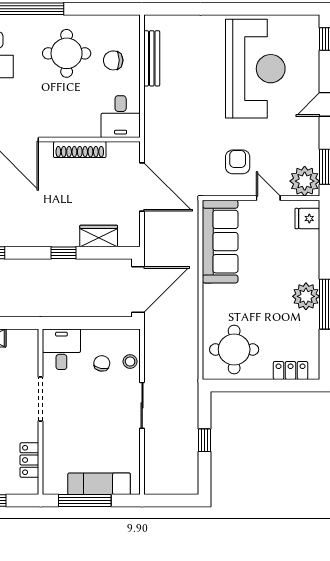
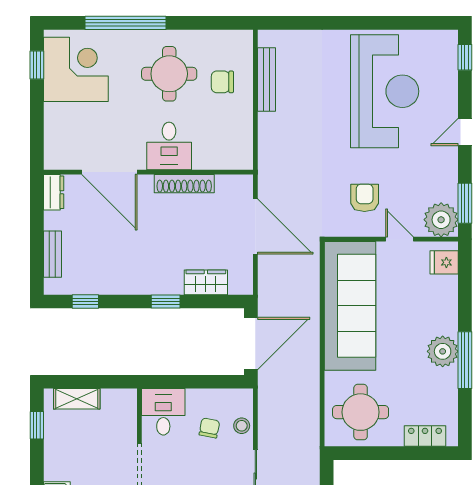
desk: (121, 117) -> (169, 146), moved
sofa: (220, 242) -> (350, 306), width x1.36, depth x1.27

